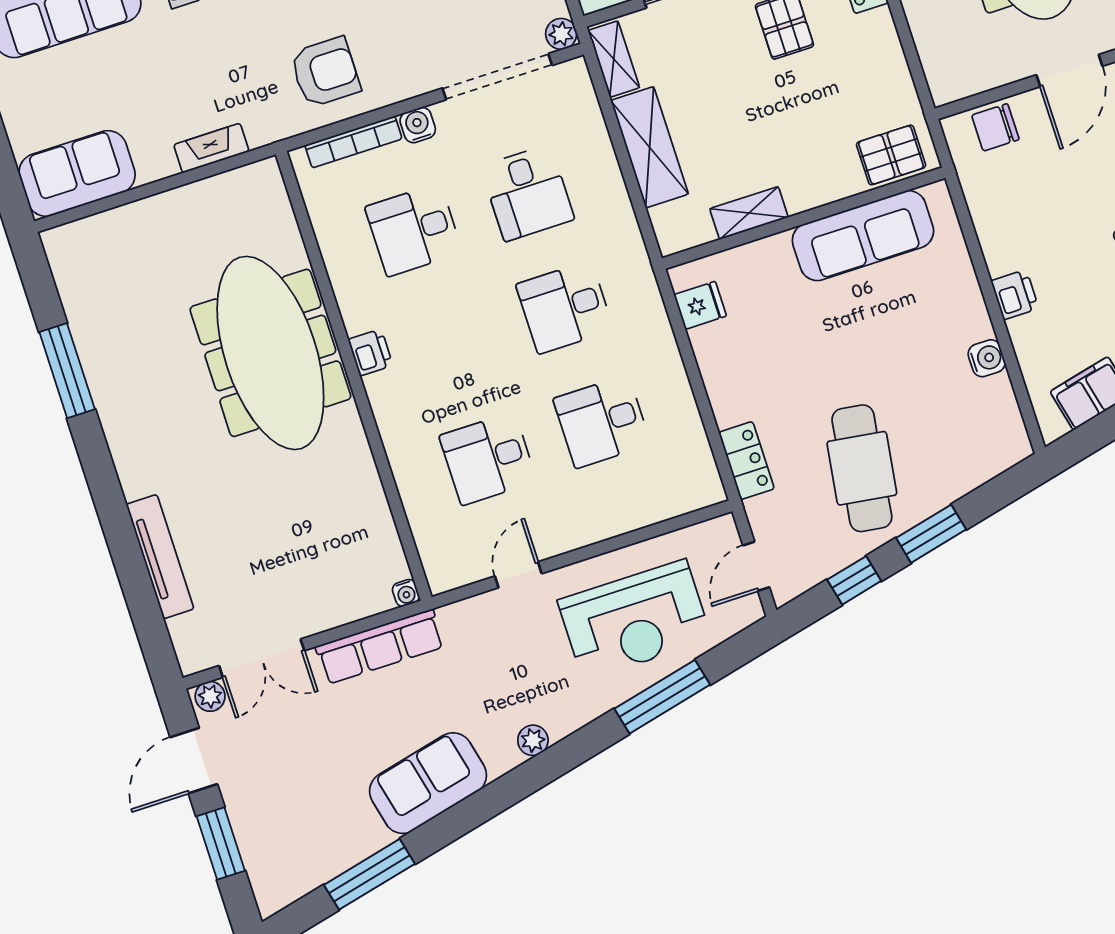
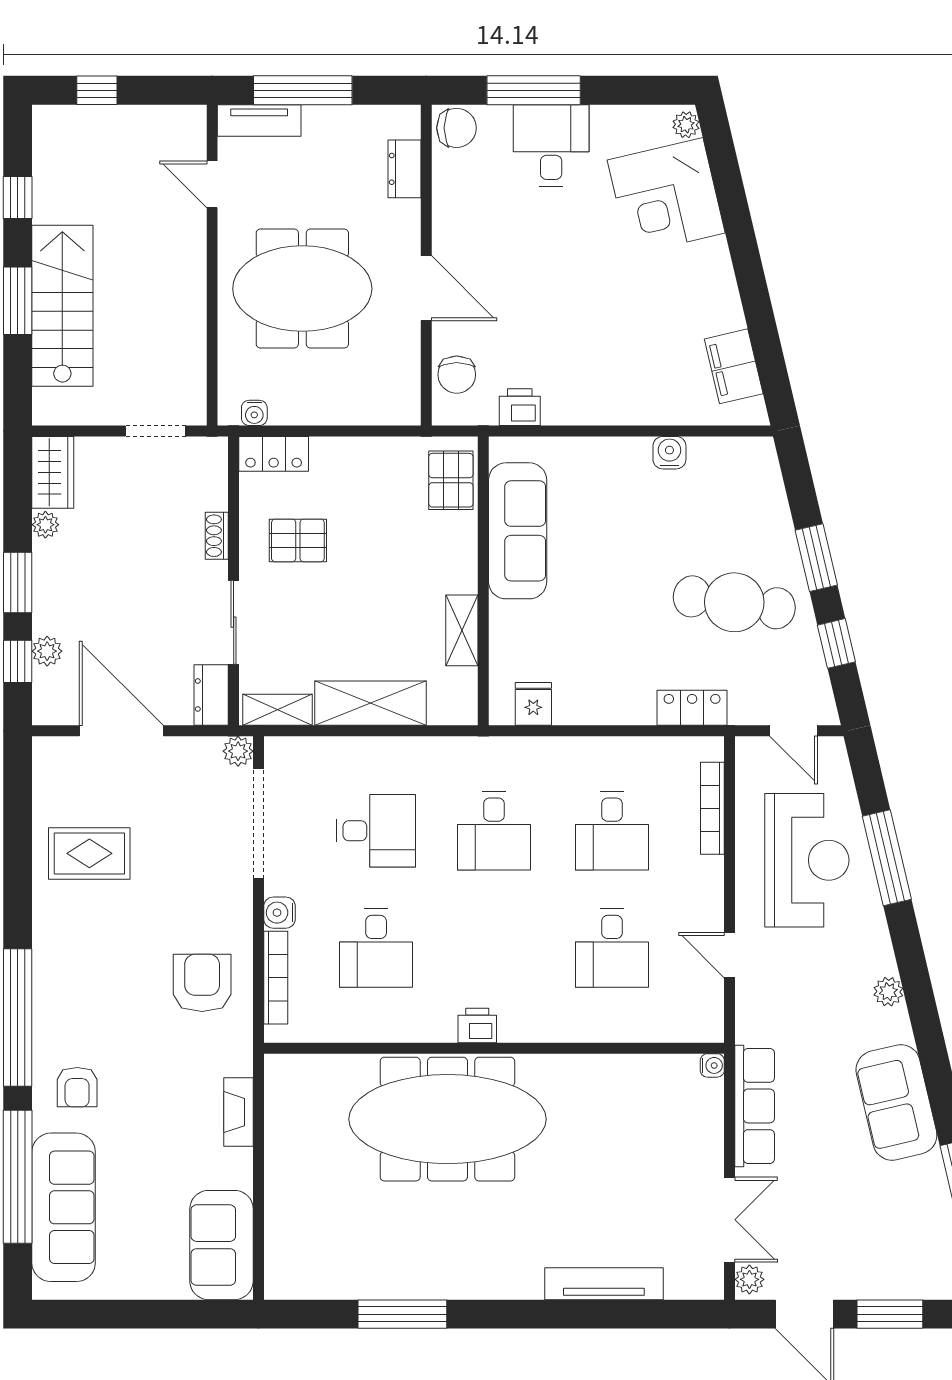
printer: (1015, 295) -> (520, 407), moved
bookcase: (655, 512) -> (712, 808), added

